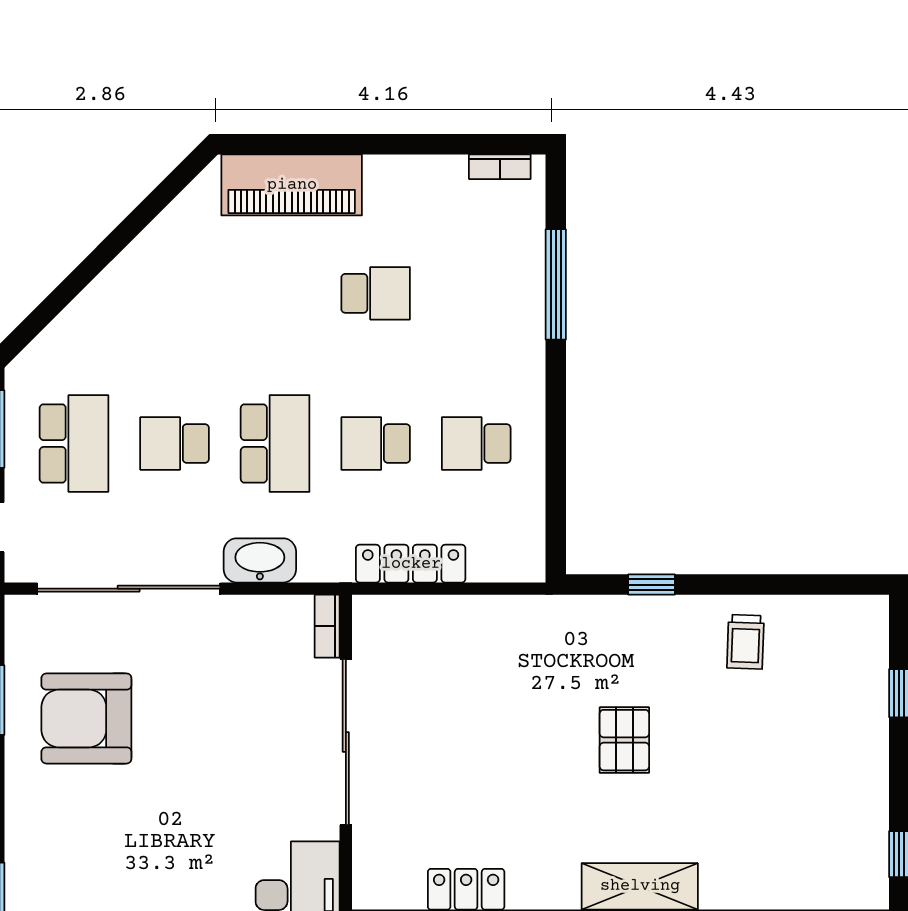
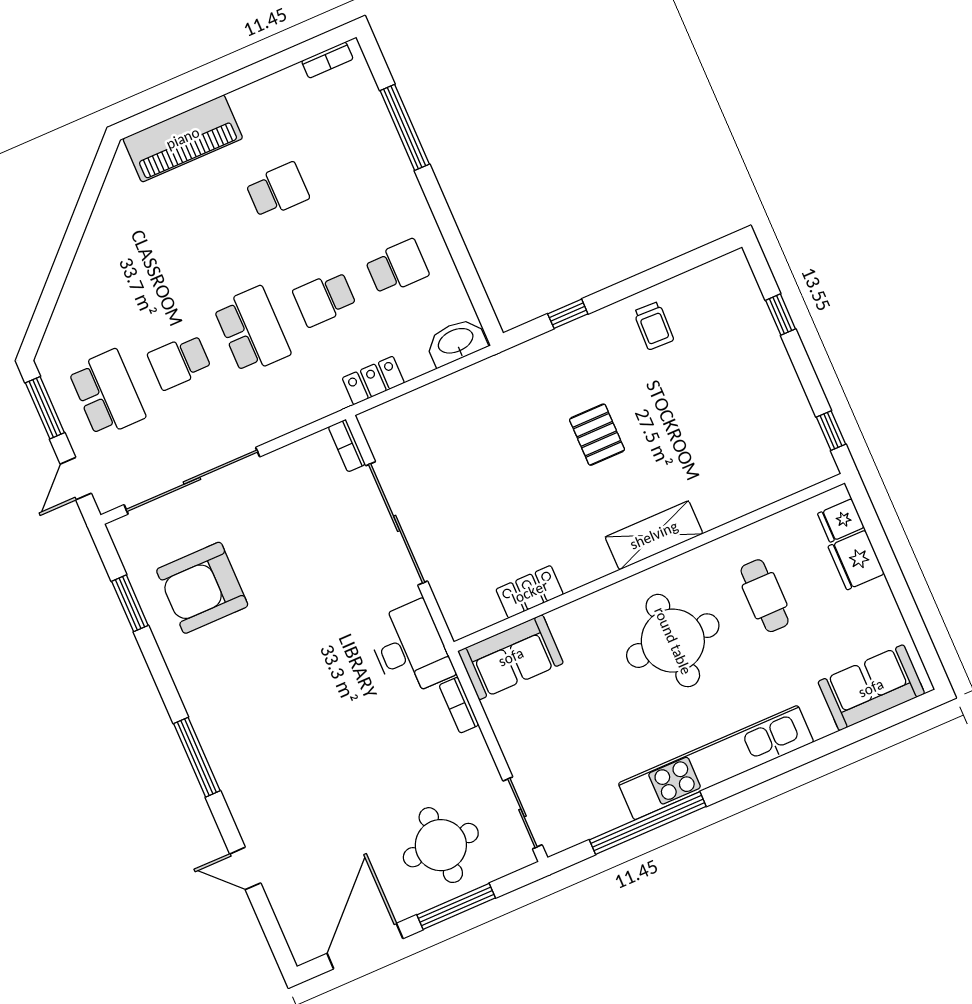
school desk: (476, 444) -> (397, 267), turned 180
washbasin: (260, 560) -> (456, 342), moved
locker: (411, 564) -> (373, 380), width x0.66

